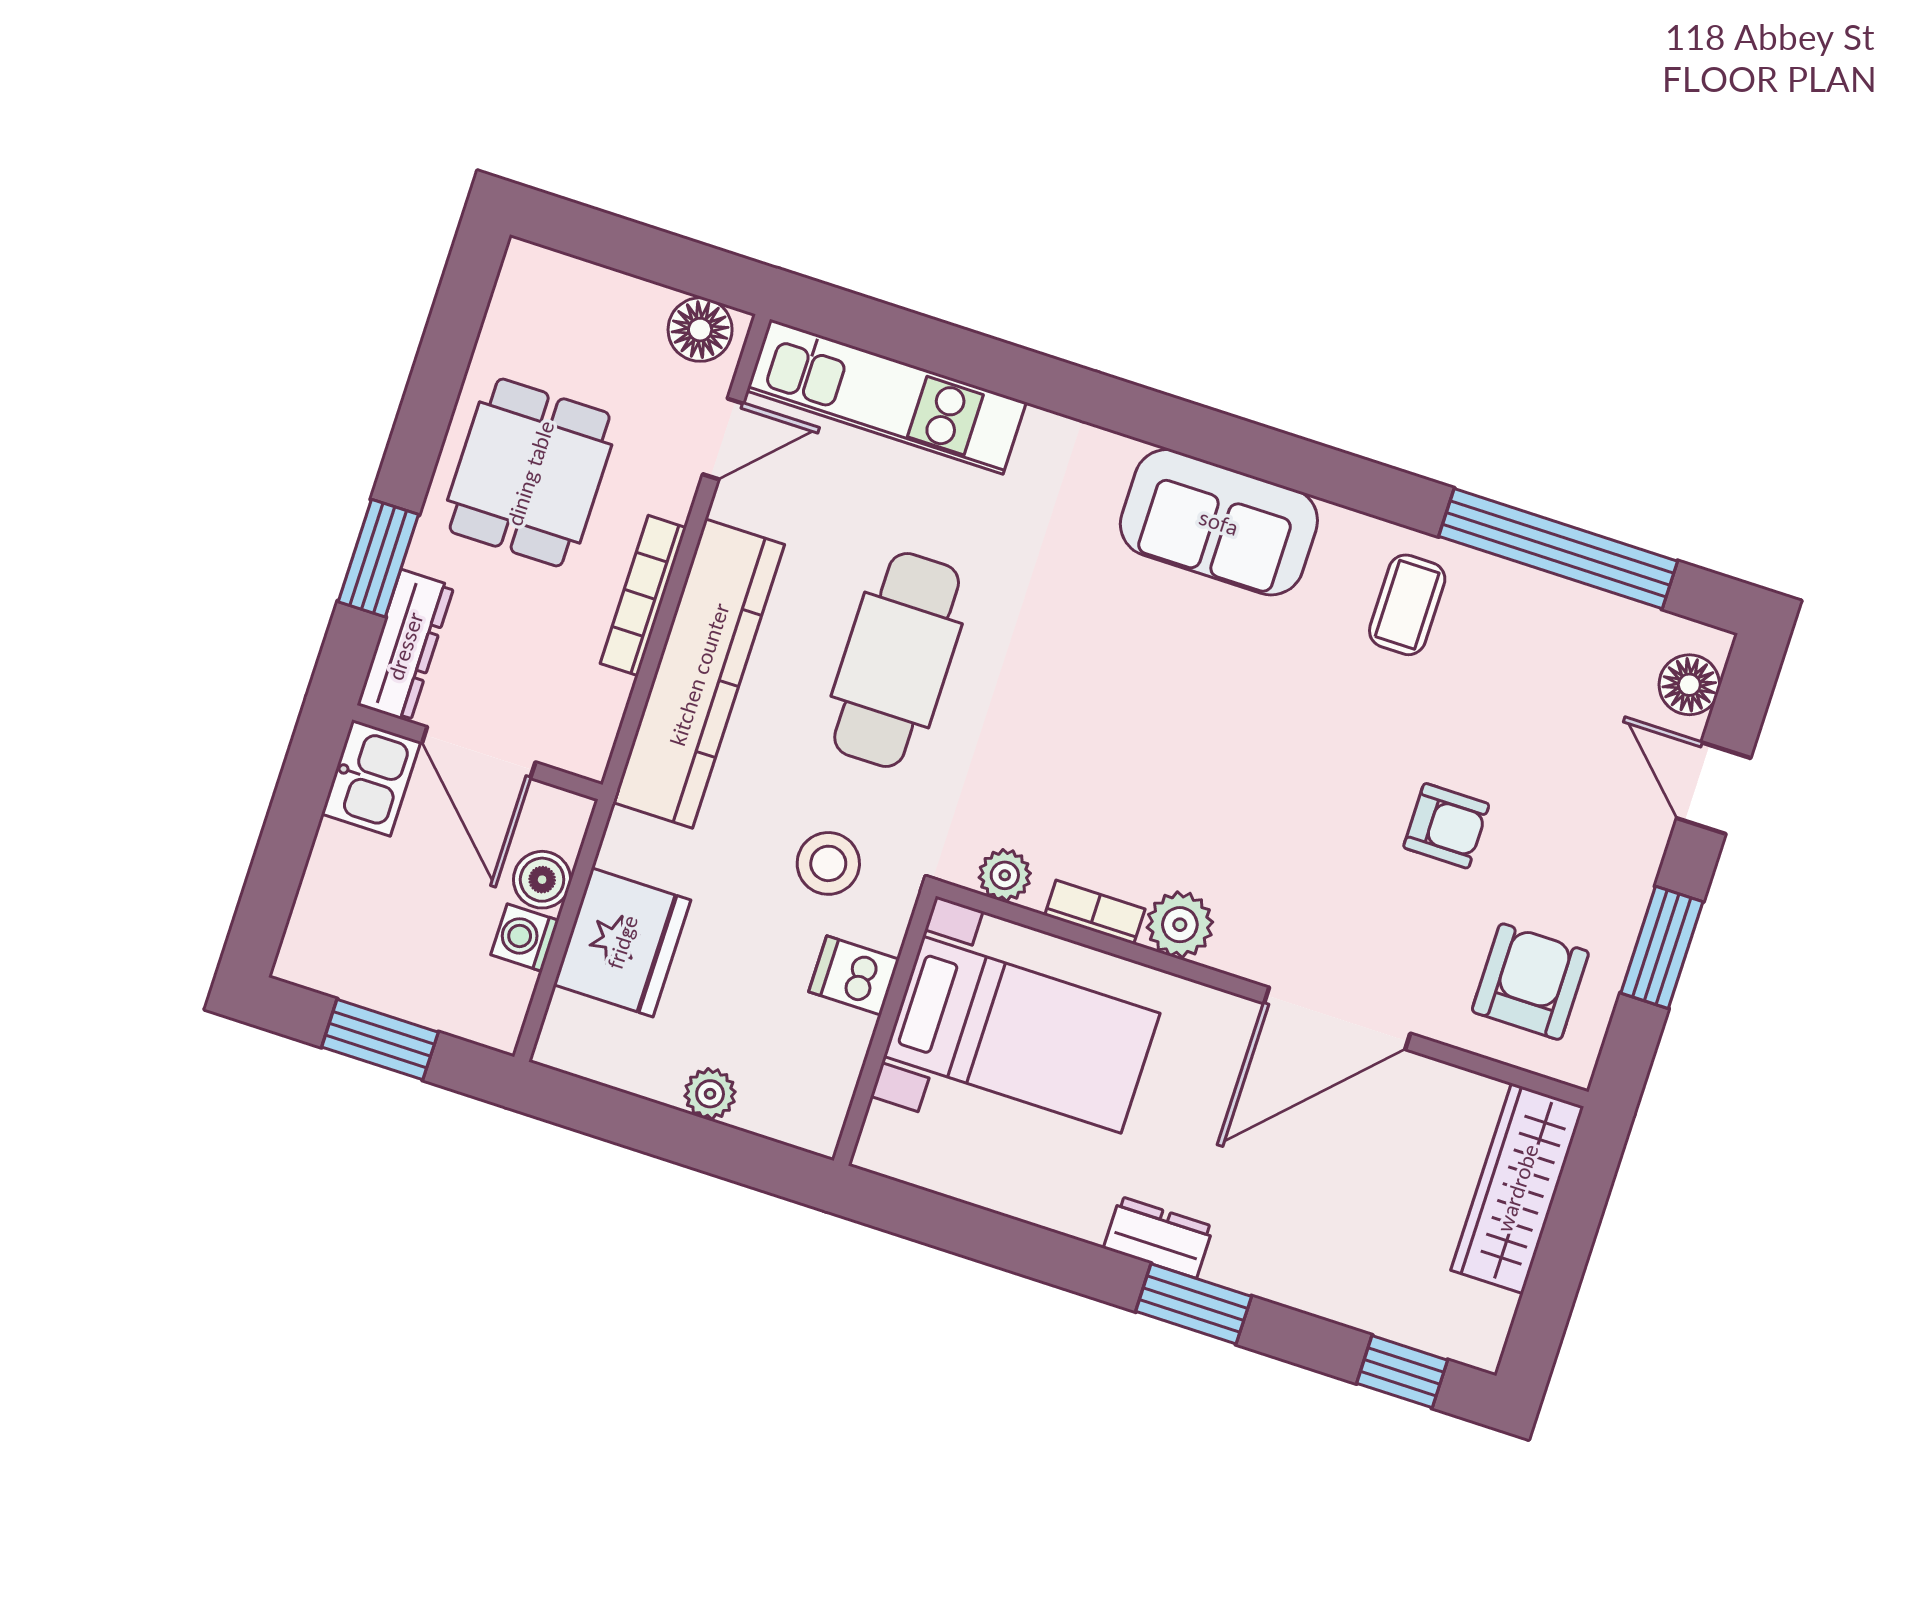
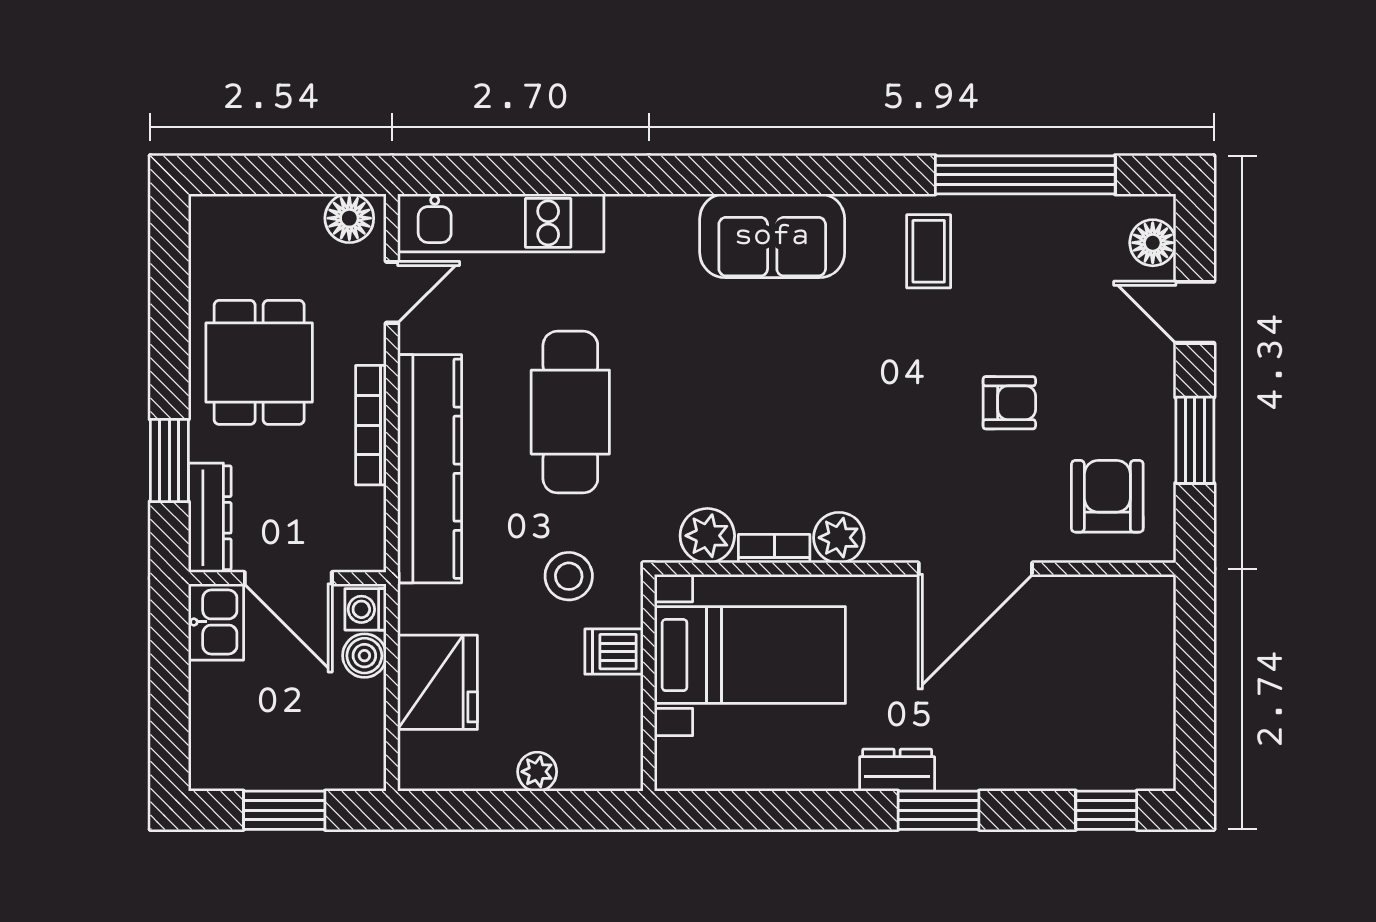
plant: (1005, 875) -> (707, 536), width x1.38, depth x1.38
washing machine: (525, 938) -> (366, 609), moved
wardrobe: (1517, 1188) -> (1147, 650), removed

